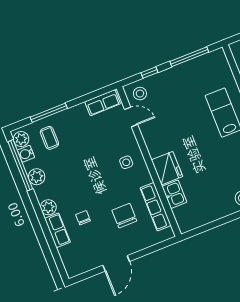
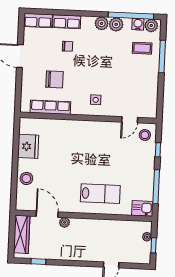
row of seats: (103, 103) -> (38, 21), moved, turned -90
fridge: (167, 168) -> (28, 146), moved, turned -90
kitchen sink: (174, 194) -> (142, 208), moved, turned 180
plant: (48, 207) -> (102, 23), moved

